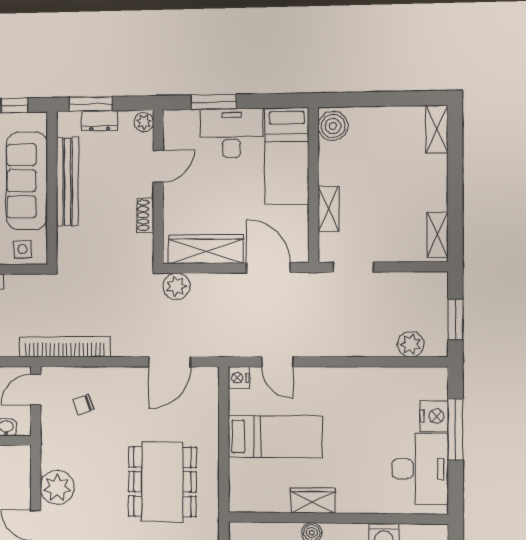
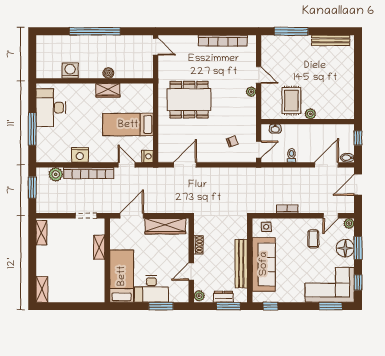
boiler: (333, 126) -> (97, 292), removed
door: (268, 268) -> (132, 216), swing flipped
plant: (176, 286) -> (181, 206), removed
bookcase: (65, 347) -> (89, 173), moved
nightstand: (434, 416) -> (80, 155), moved, turned -90
dining table: (162, 482) -> (189, 100), turned 90
plant: (57, 487) -> (251, 92), width x0.53, depth x0.53

